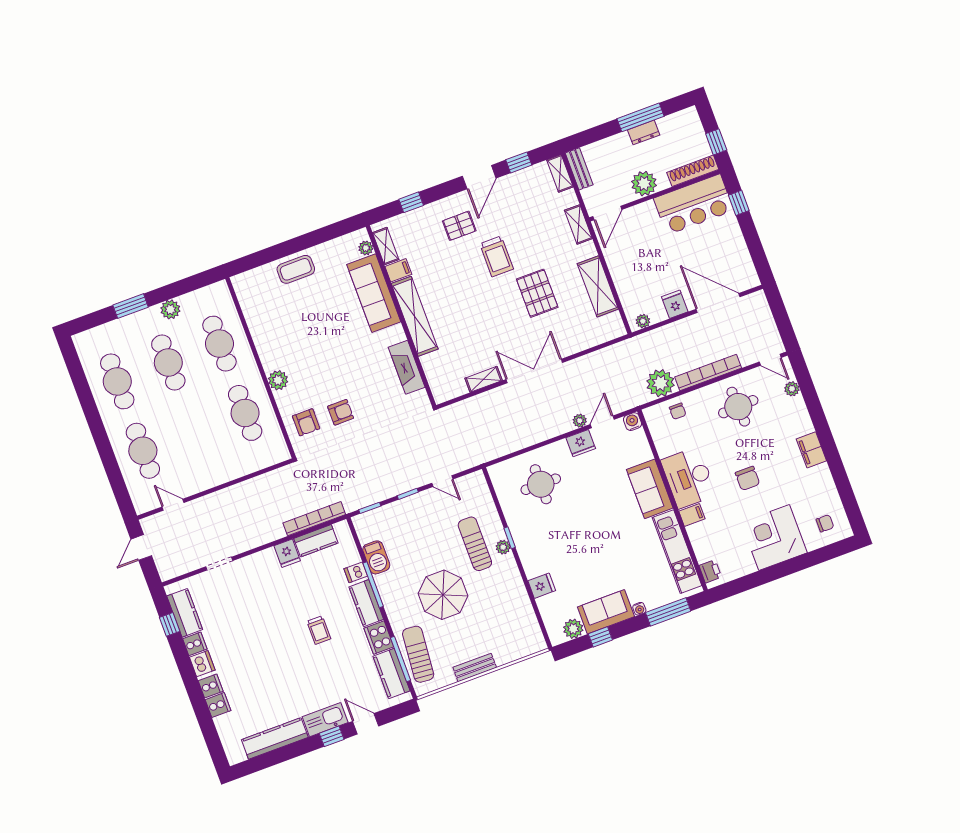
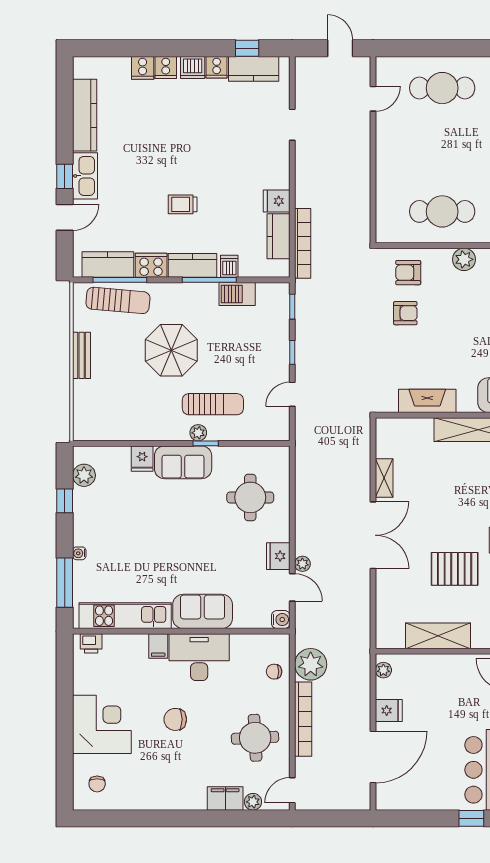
armchair: (341, 412) -> (405, 313), turned -90
filing cabinet: (811, 450) -> (225, 798), moved
sofa: (606, 612) -> (183, 462), moved, turned 90

